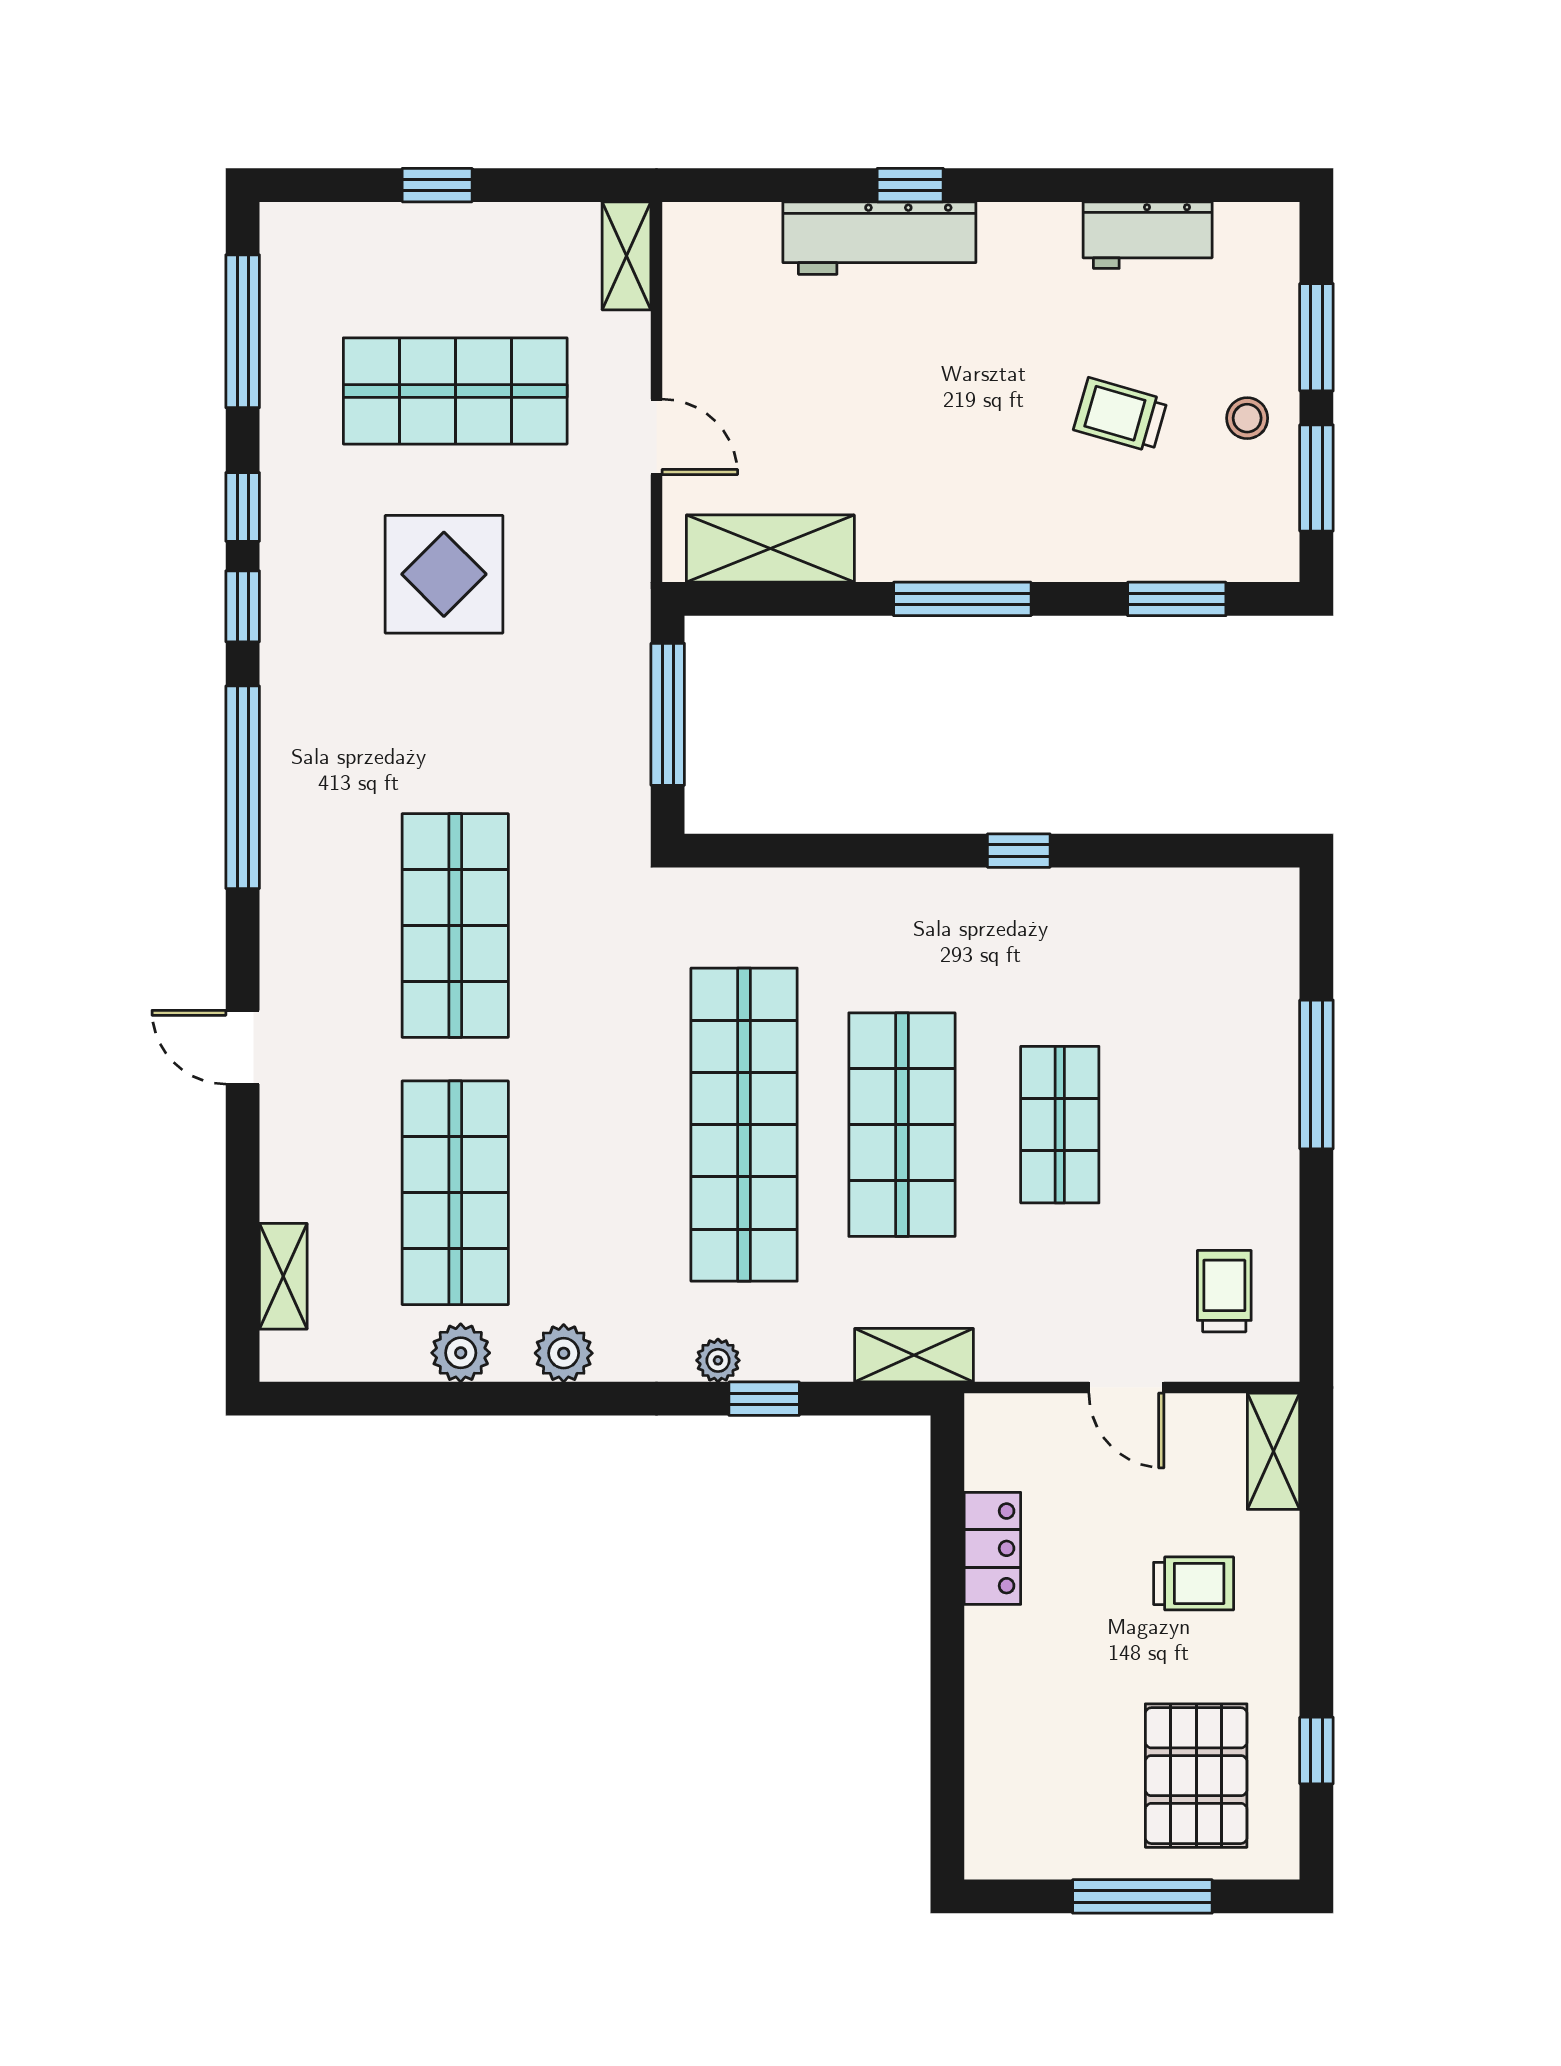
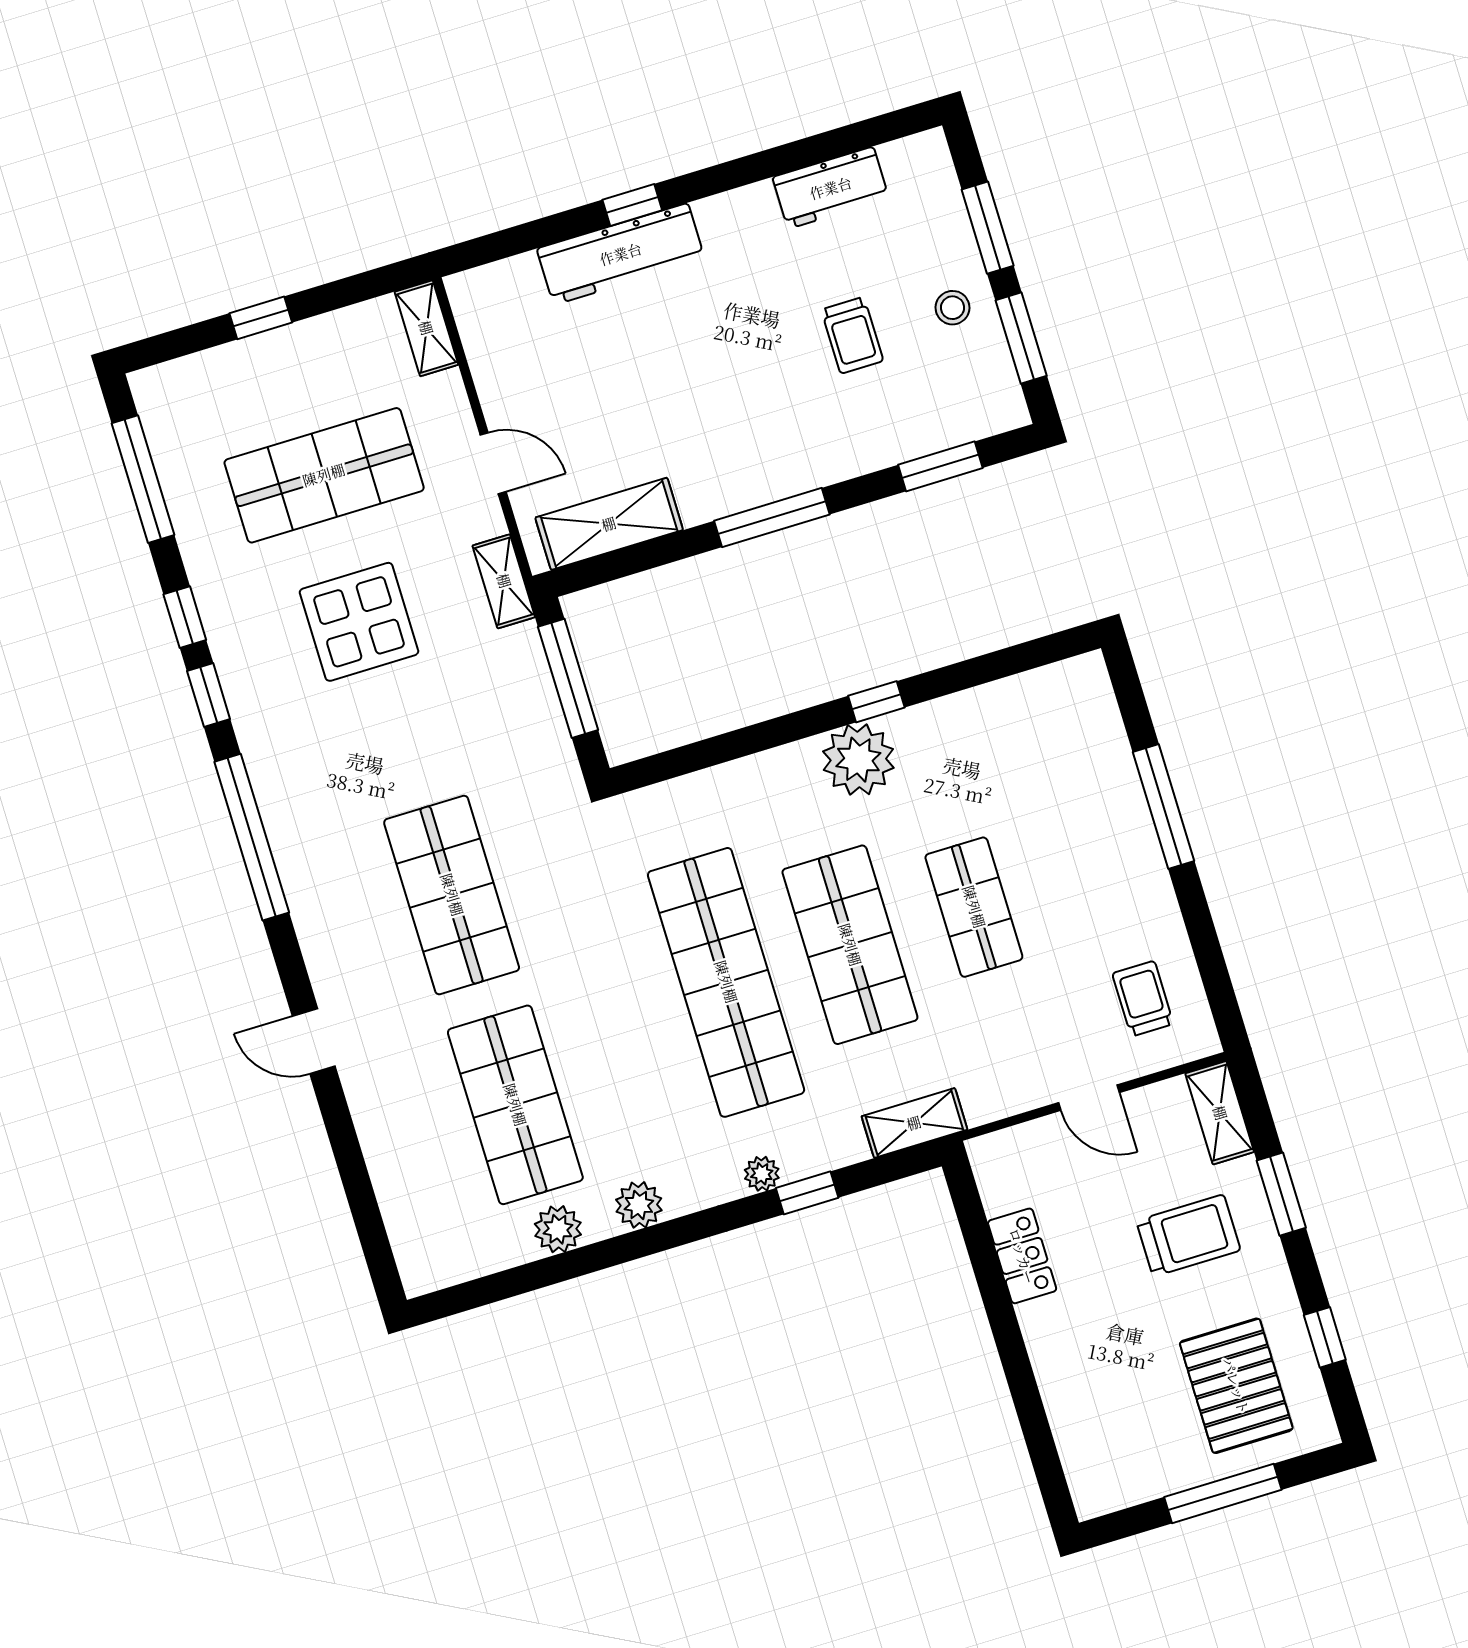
trolley: (1120, 415) -> (852, 335), turned -106
plant: (977, 912) -> (858, 760), added
shelving: (283, 1276) -> (504, 581), moved
window: (1316, 1568) -> (1281, 1194), added
trolley: (1194, 1583) -> (1188, 1235), width x1.36, depth x1.39

